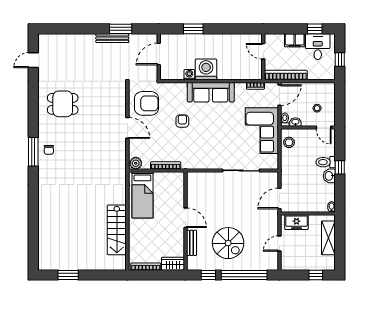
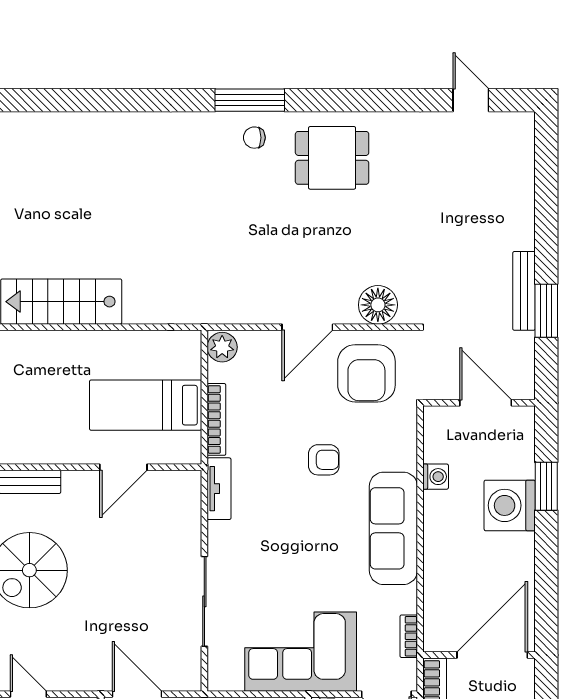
door: (263, 51) -> (492, 655), width x1.87
washing machine: (206, 69) -> (510, 505), moved, turned 180
floor lamp: (118, 99) -> (378, 305), added
dining table: (63, 104) -> (332, 158), moved, turned 90
tv unit: (194, 164) -> (219, 489), added
bed: (142, 195) -> (146, 405), moved
door: (185, 218) -> (123, 467), moved

